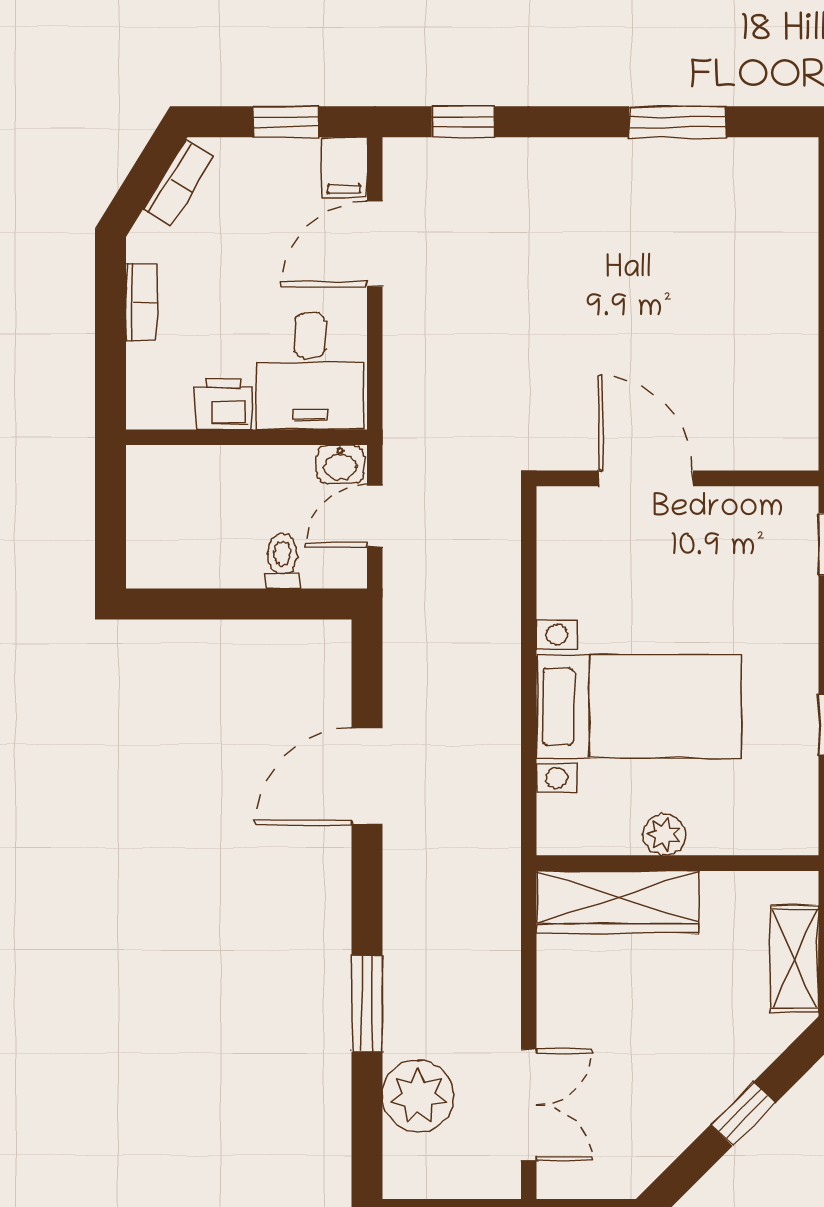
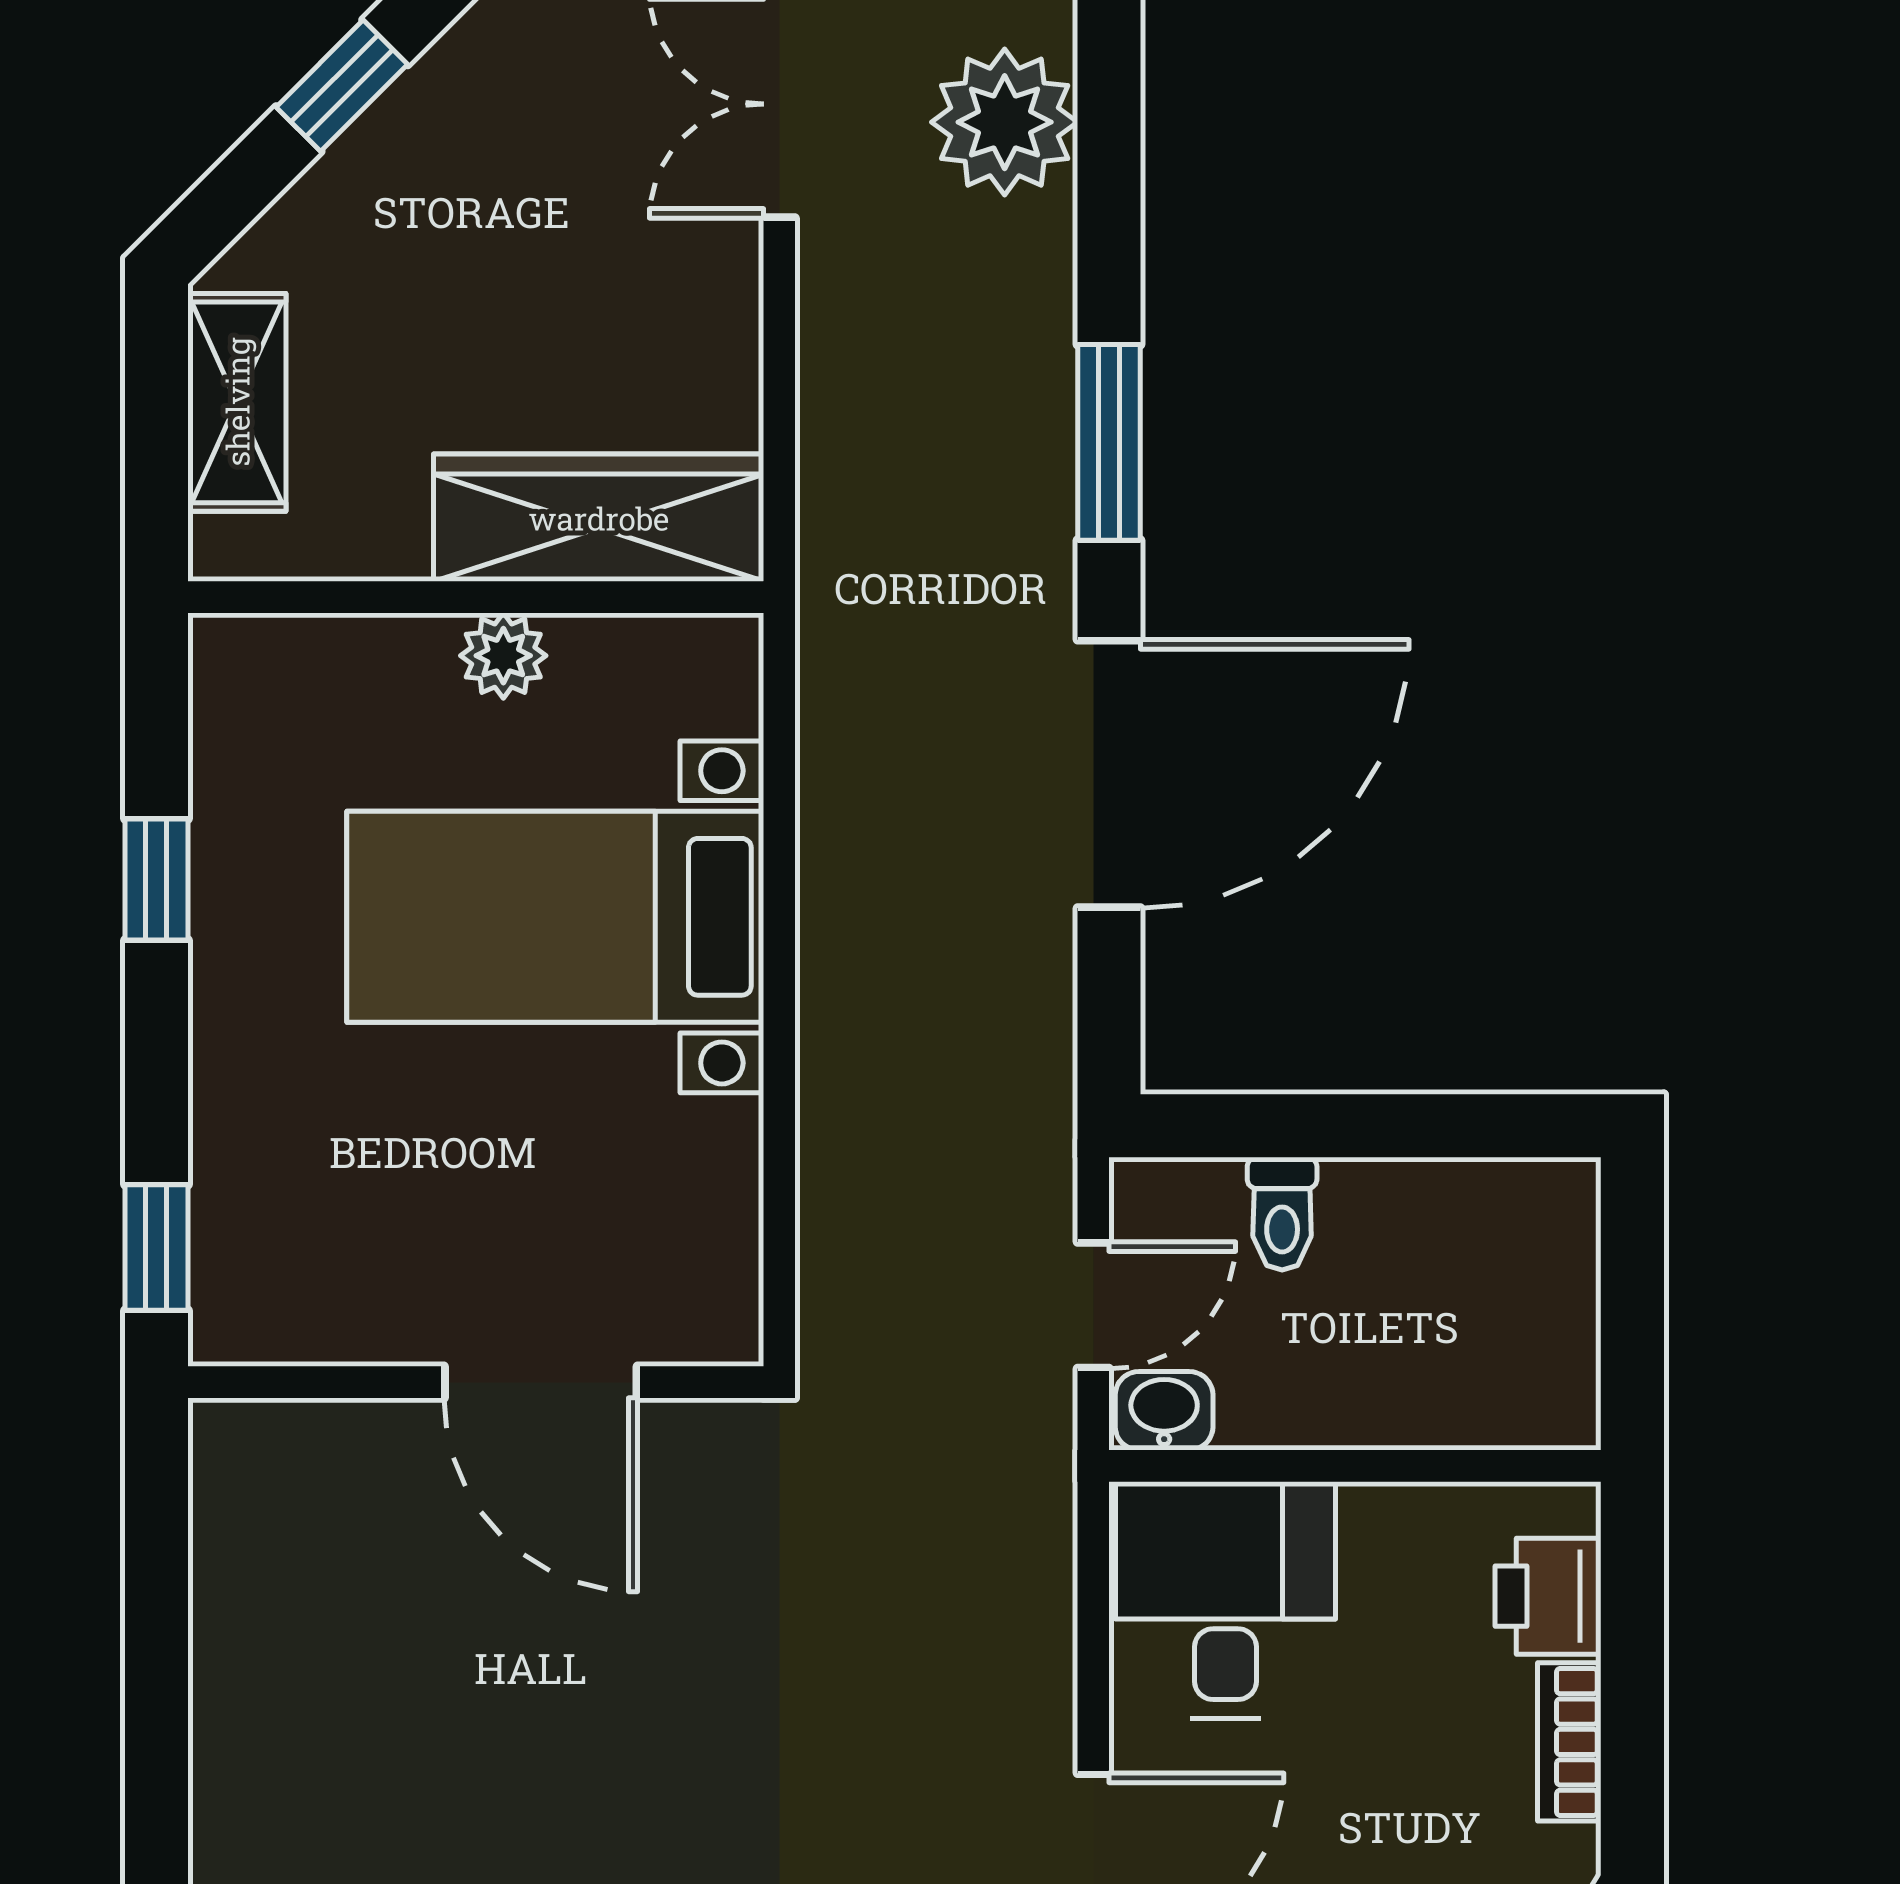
printer: (224, 404) -> (1548, 1596), moved, turned 90
door: (367, 776) -> (1109, 774), width x1.36
window: (367, 1004) -> (1109, 442), moved

